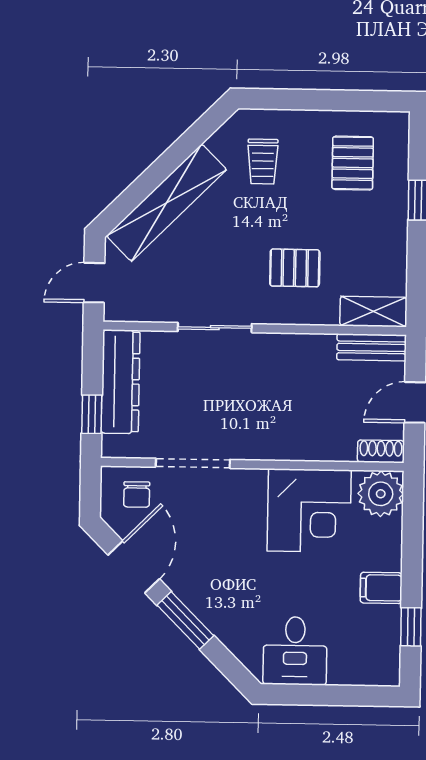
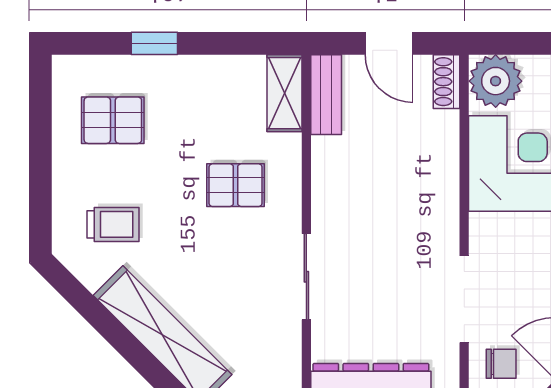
pallet: (295, 268) -> (236, 185), turned 90

